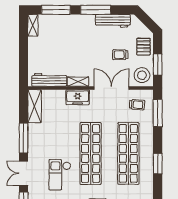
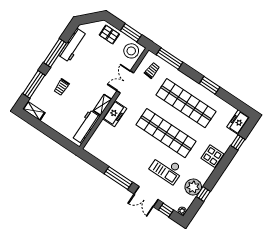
trolley: (120, 55) -> (62, 87), moved
double door: (111, 88) -> (125, 82), width x0.73
shelving: (35, 106) -> (99, 152), removed

